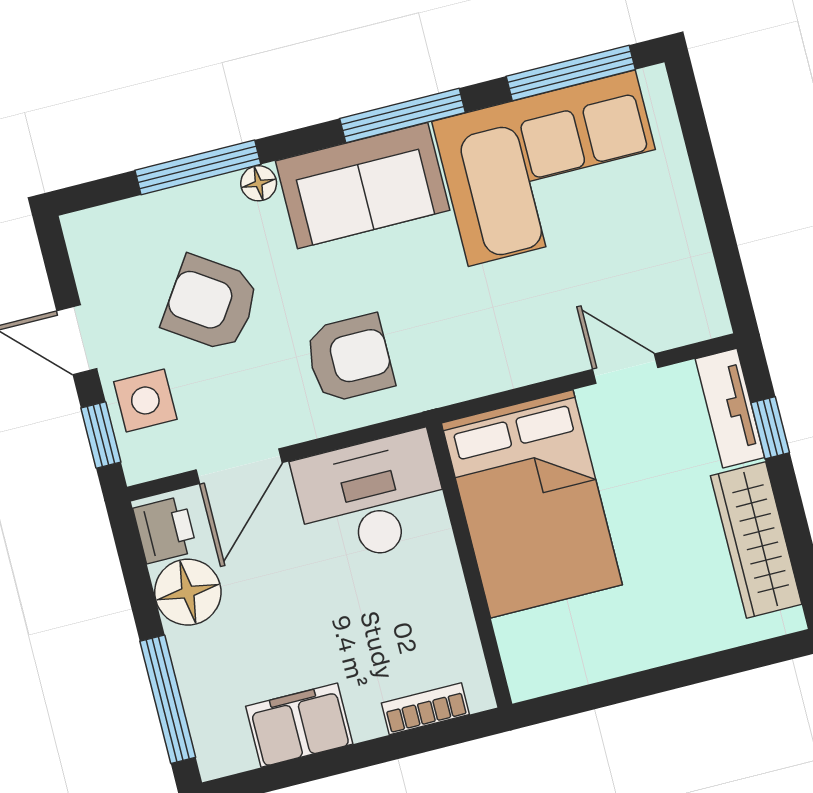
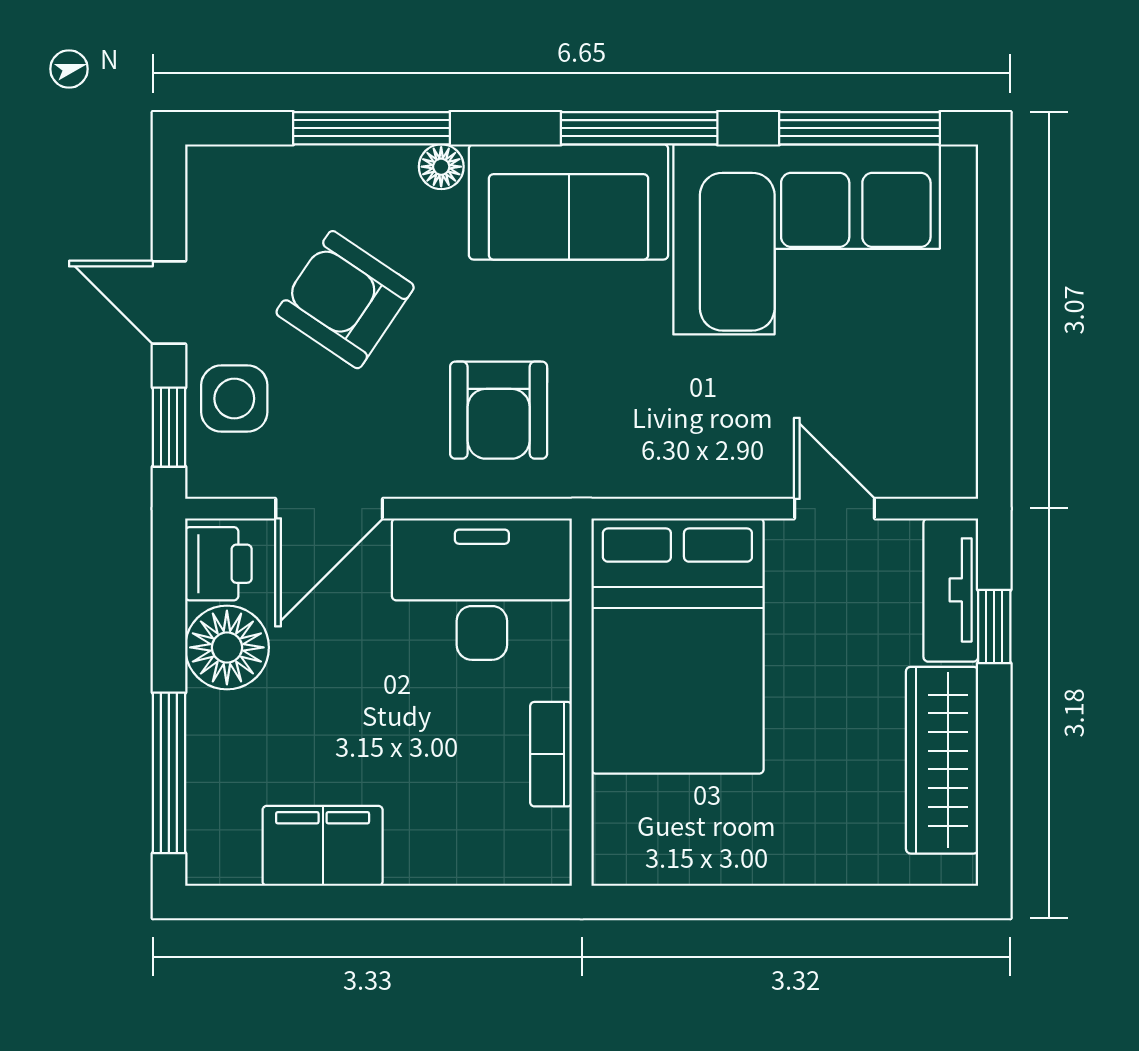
armchair: (350, 358) -> (499, 410), turned 90
bookcase: (425, 709) -> (551, 754), moved, turned -90

